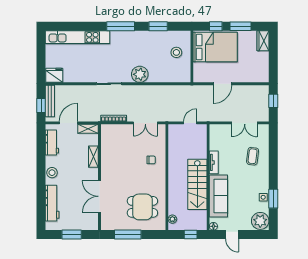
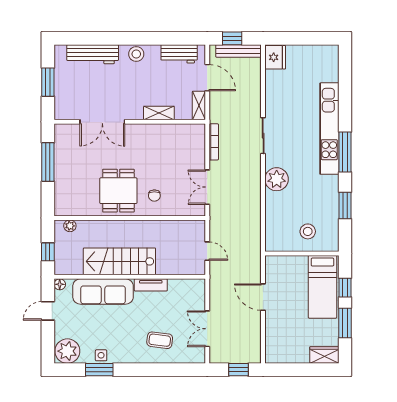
kitchen unit: (78, 37) -> (329, 129), moved
bed: (215, 47) -> (322, 287), width x0.67
double door: (99, 196) -> (102, 122), swing flipped
dining table: (142, 207) -> (118, 191), moved

